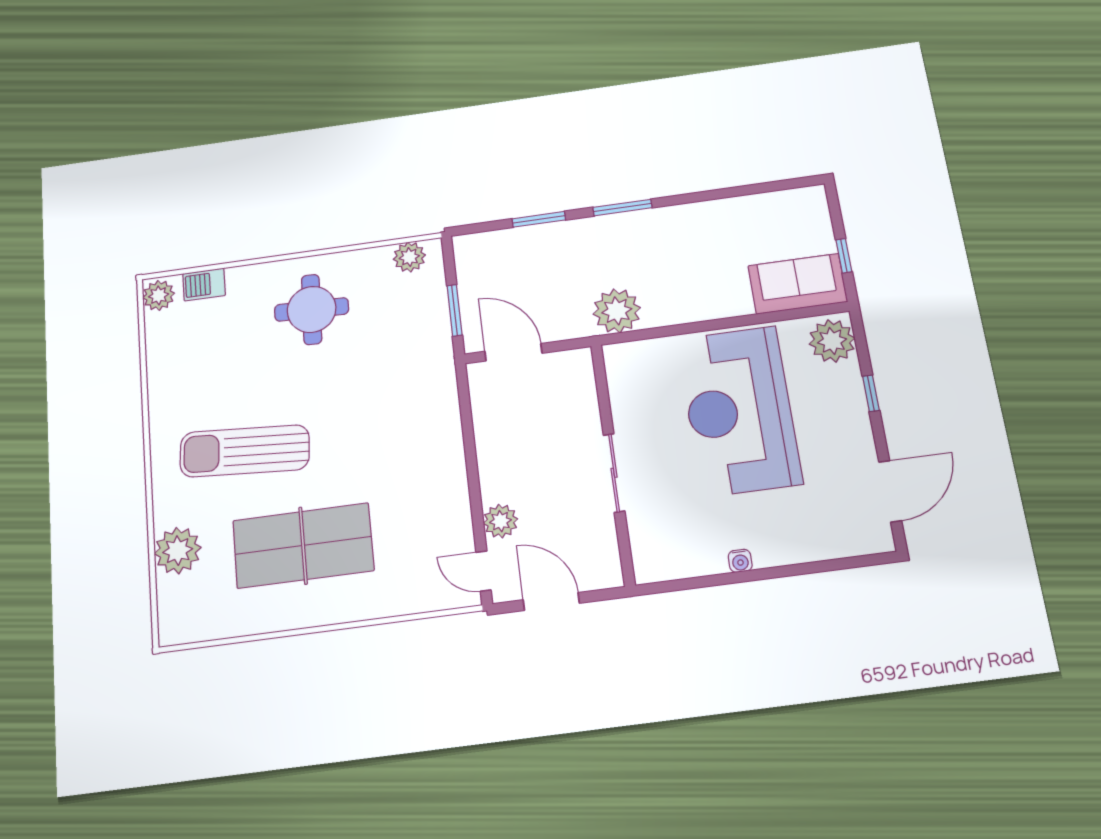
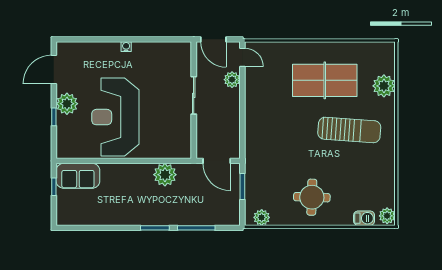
window: (539, 219) -> (196, 228), width x1.44
plant: (832, 341) -> (67, 104), moved
reception desk: (739, 411) -> (115, 117), turned 180
wall: (613, 463) -> (194, 100), moved
sliding door: (614, 473) -> (194, 95), moved

